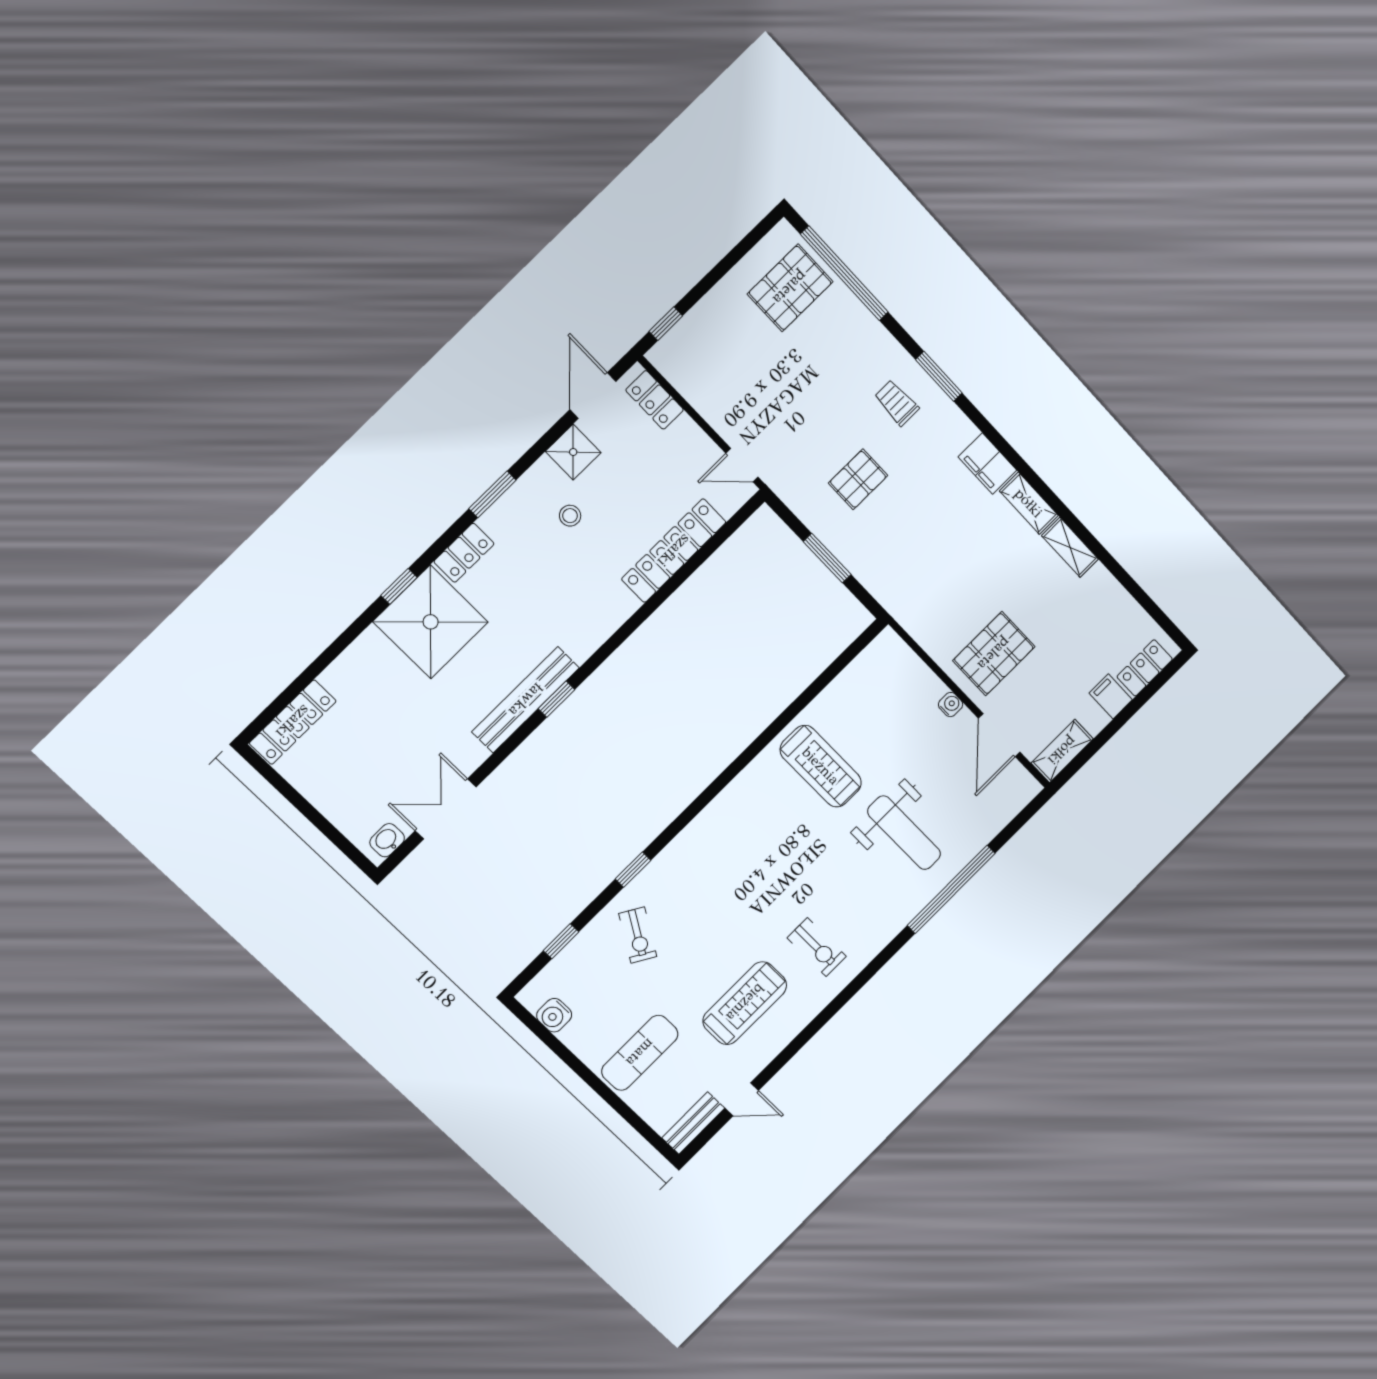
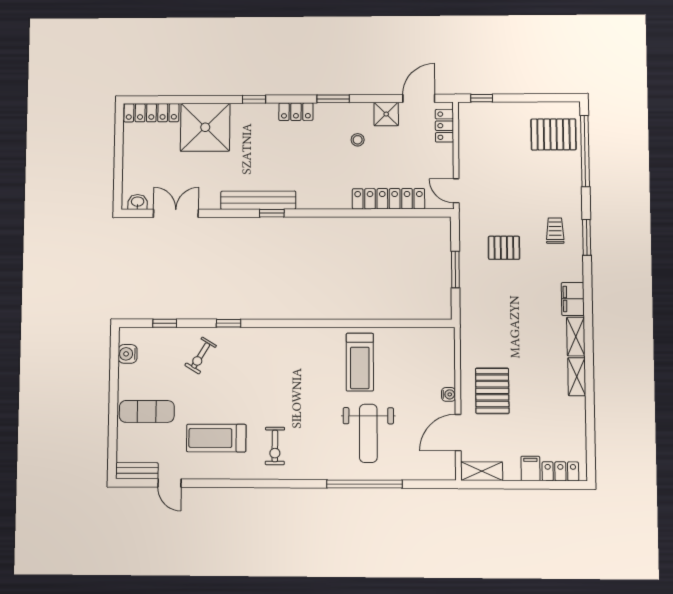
shower: (431, 622) -> (205, 127), moved
pallet: (994, 654) -> (492, 391), turned 90
treadmill: (745, 1003) -> (216, 438), turned 180

